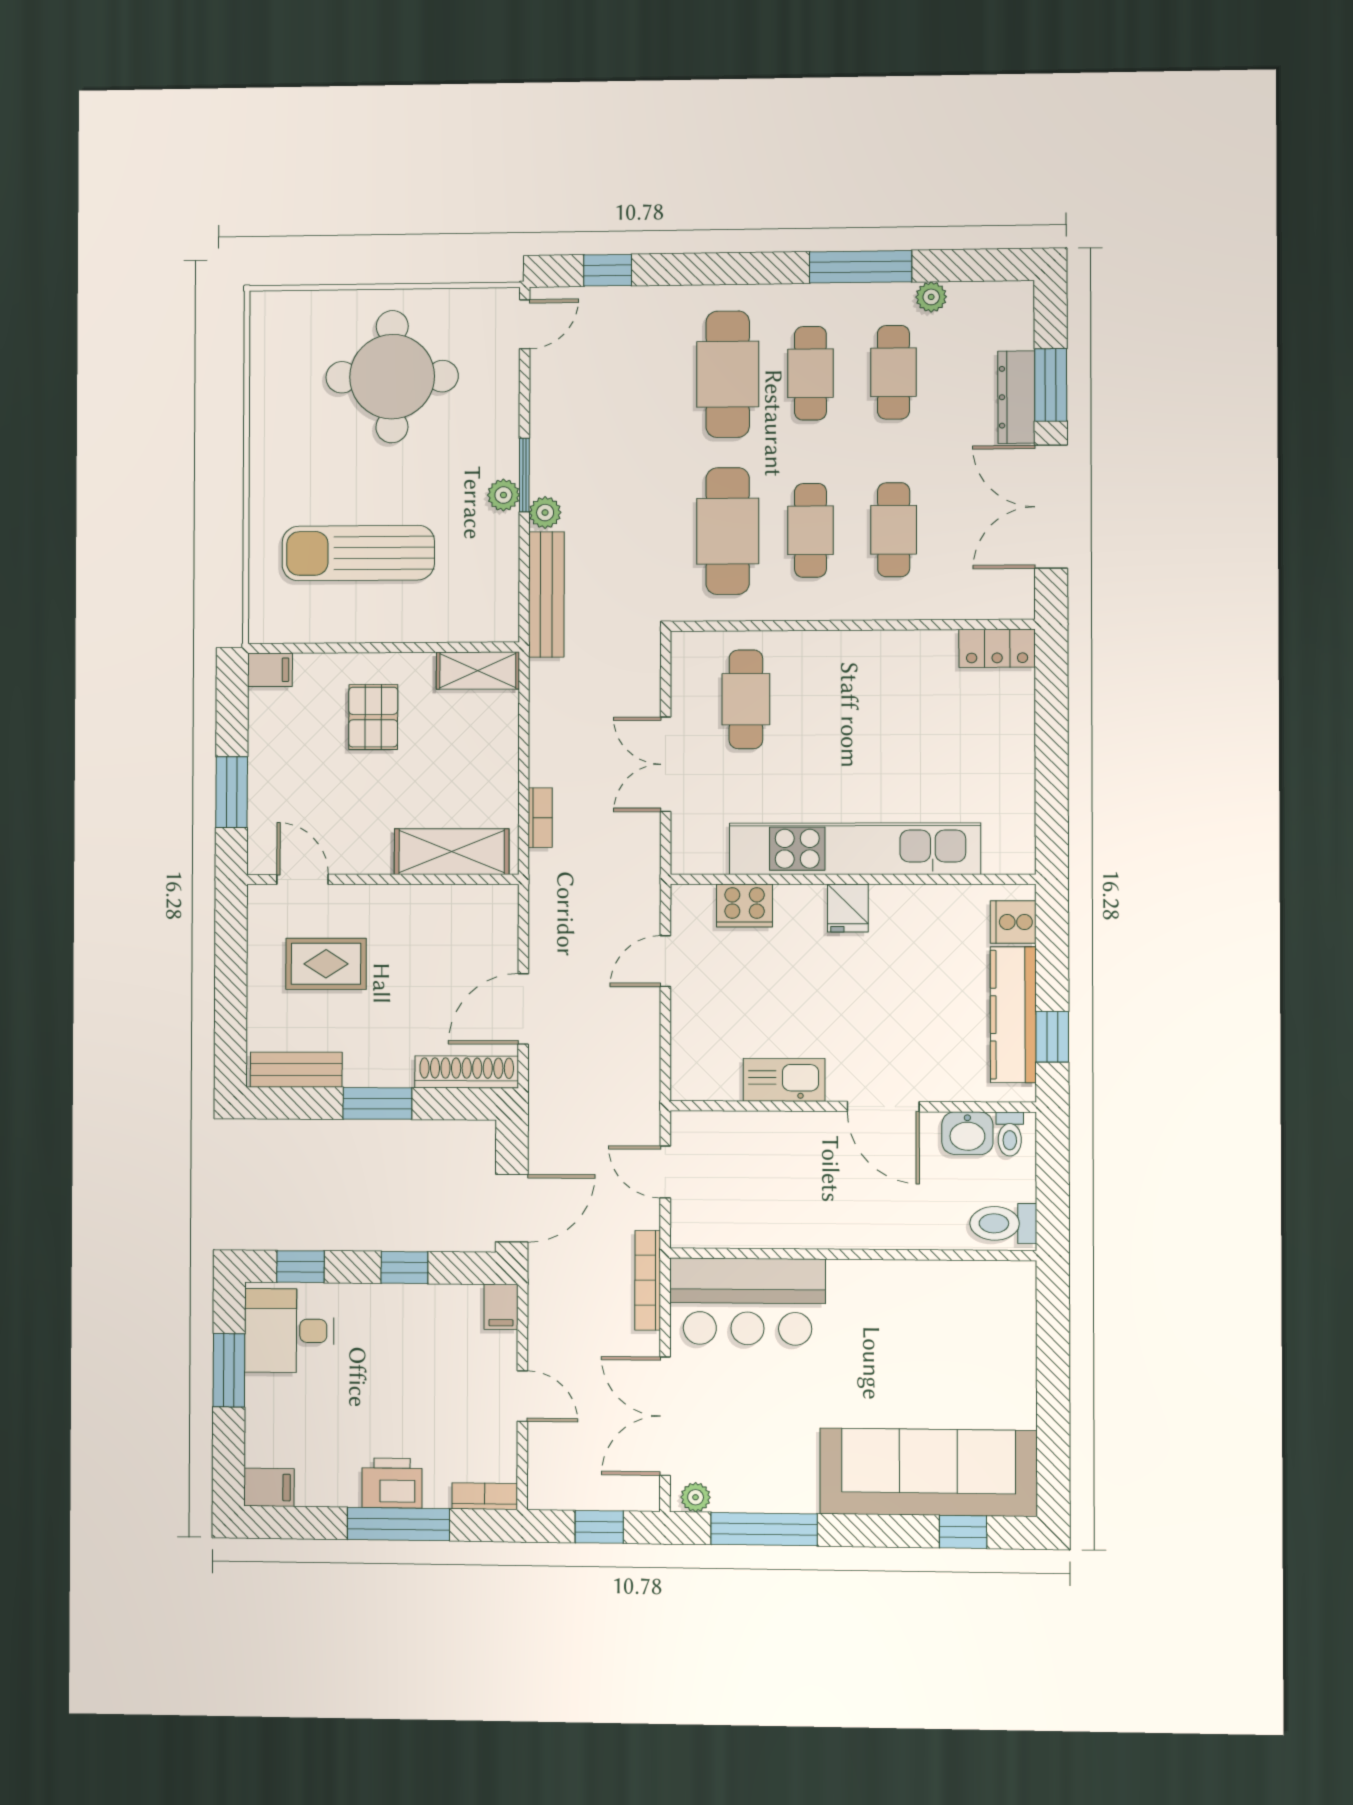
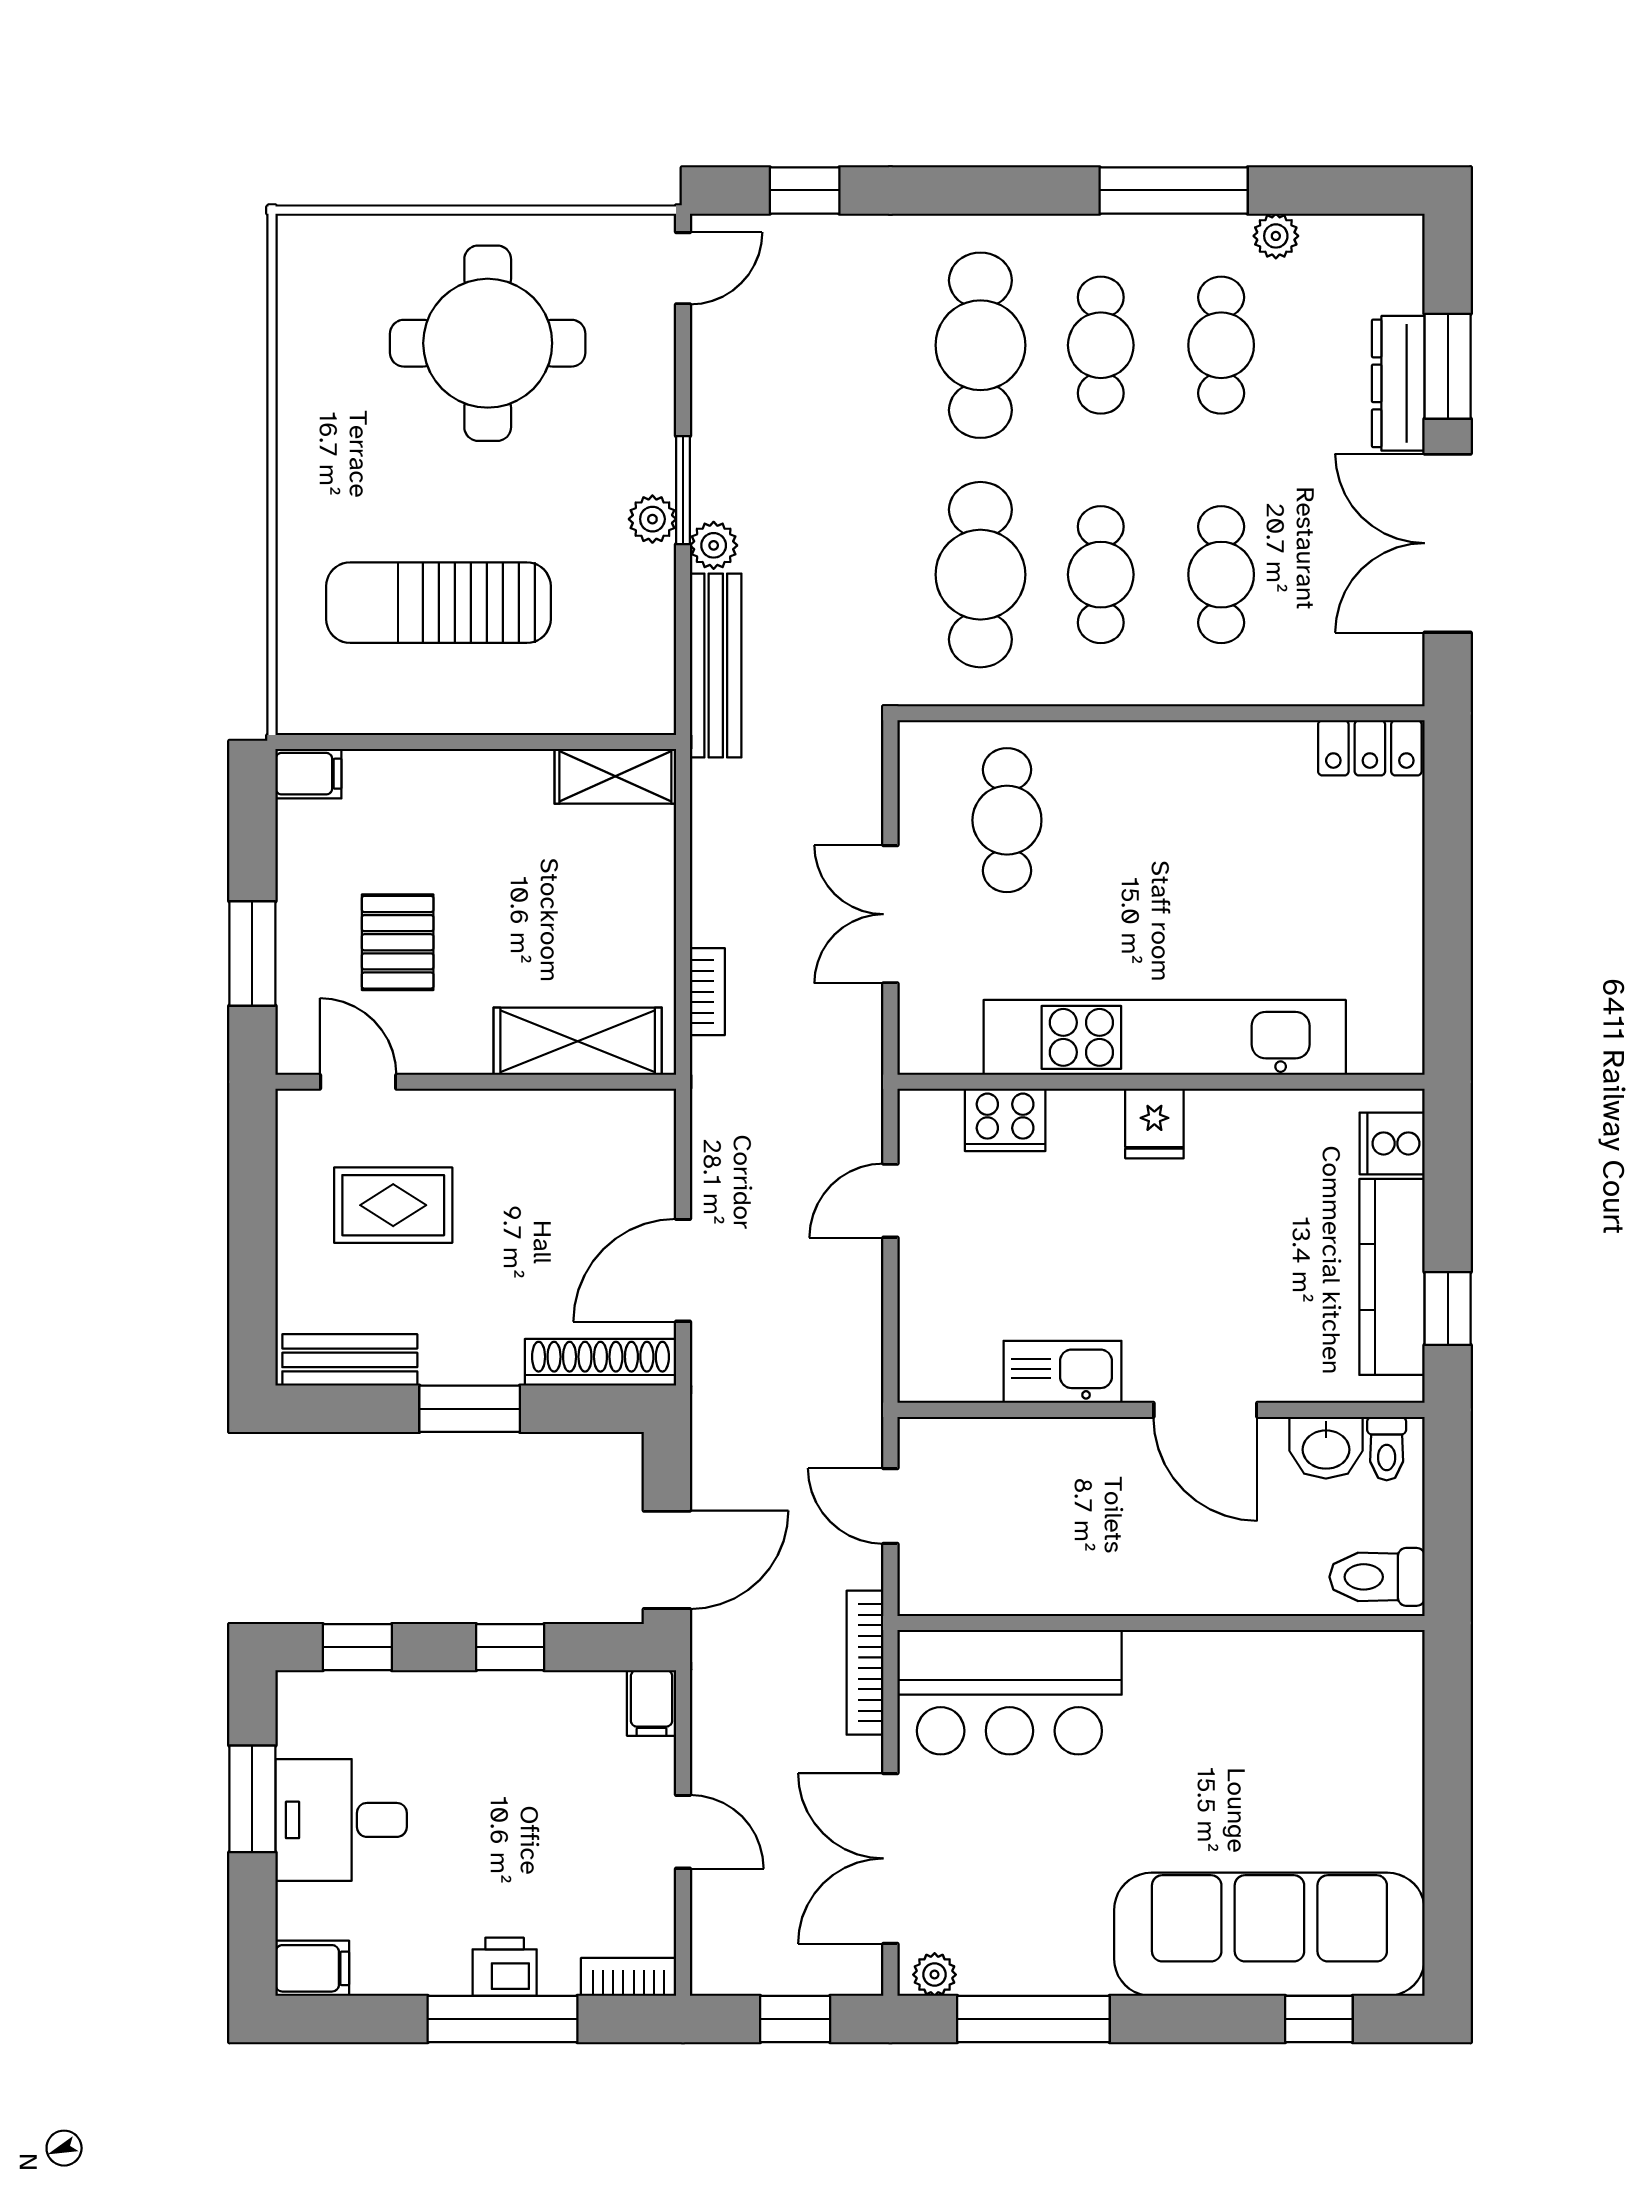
pallet: (373, 717) -> (398, 942), moved
desk: (289, 1331) -> (341, 1820), moved
printer: (392, 1483) -> (505, 1967), width x0.73, depth x0.81

